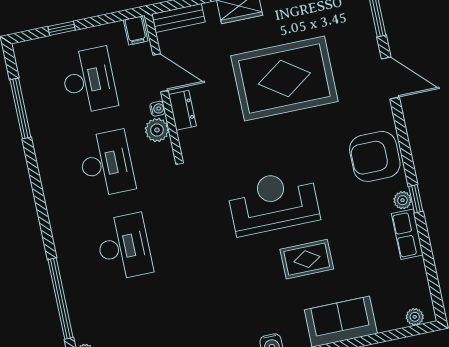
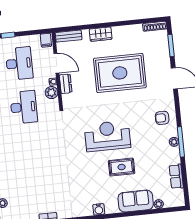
armchair: (375, 156) -> (162, 118), width x0.53, depth x0.53
window: (416, 199) -> (181, 142), width x2.17
row of seats: (407, 234) -> (176, 176), moved
desk: (124, 247) -> (28, 151), removed
plant: (415, 317) -> (159, 204), moved

